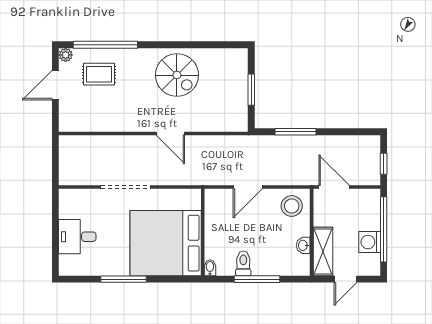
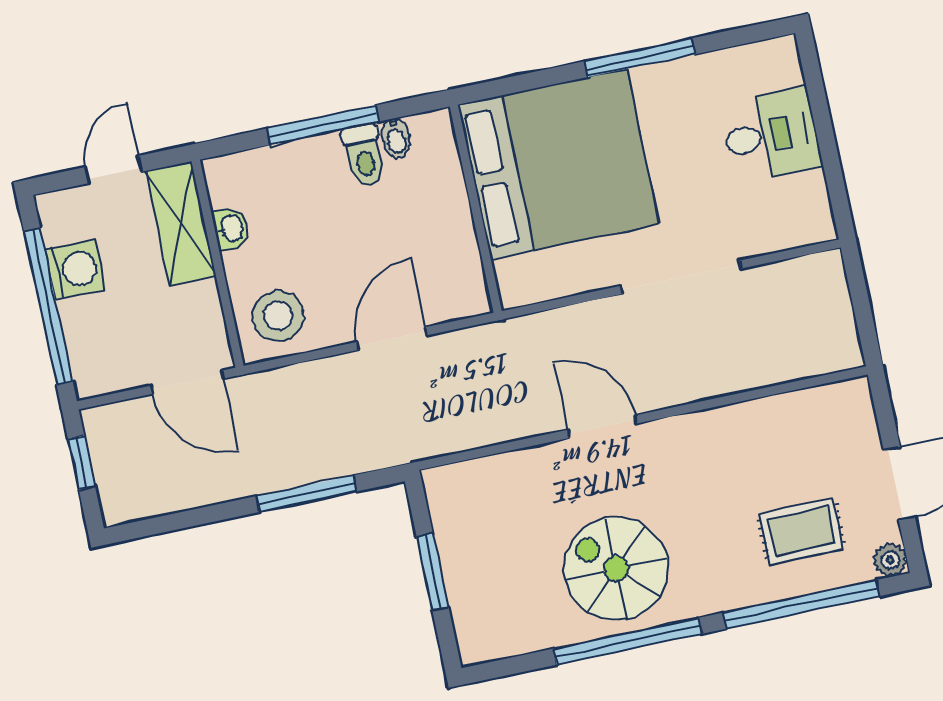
window: (178, 45) -> (628, 641), added
bidet: (210, 268) -> (396, 138), moved

